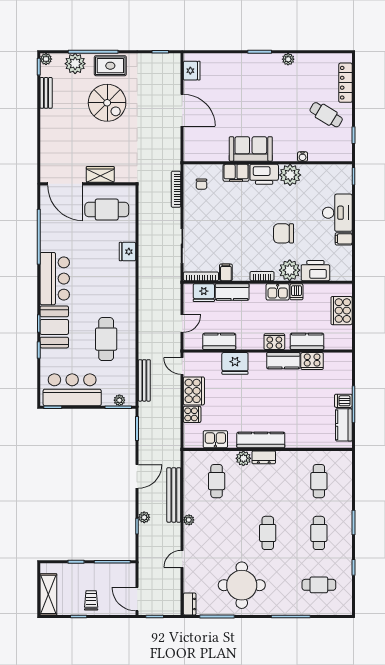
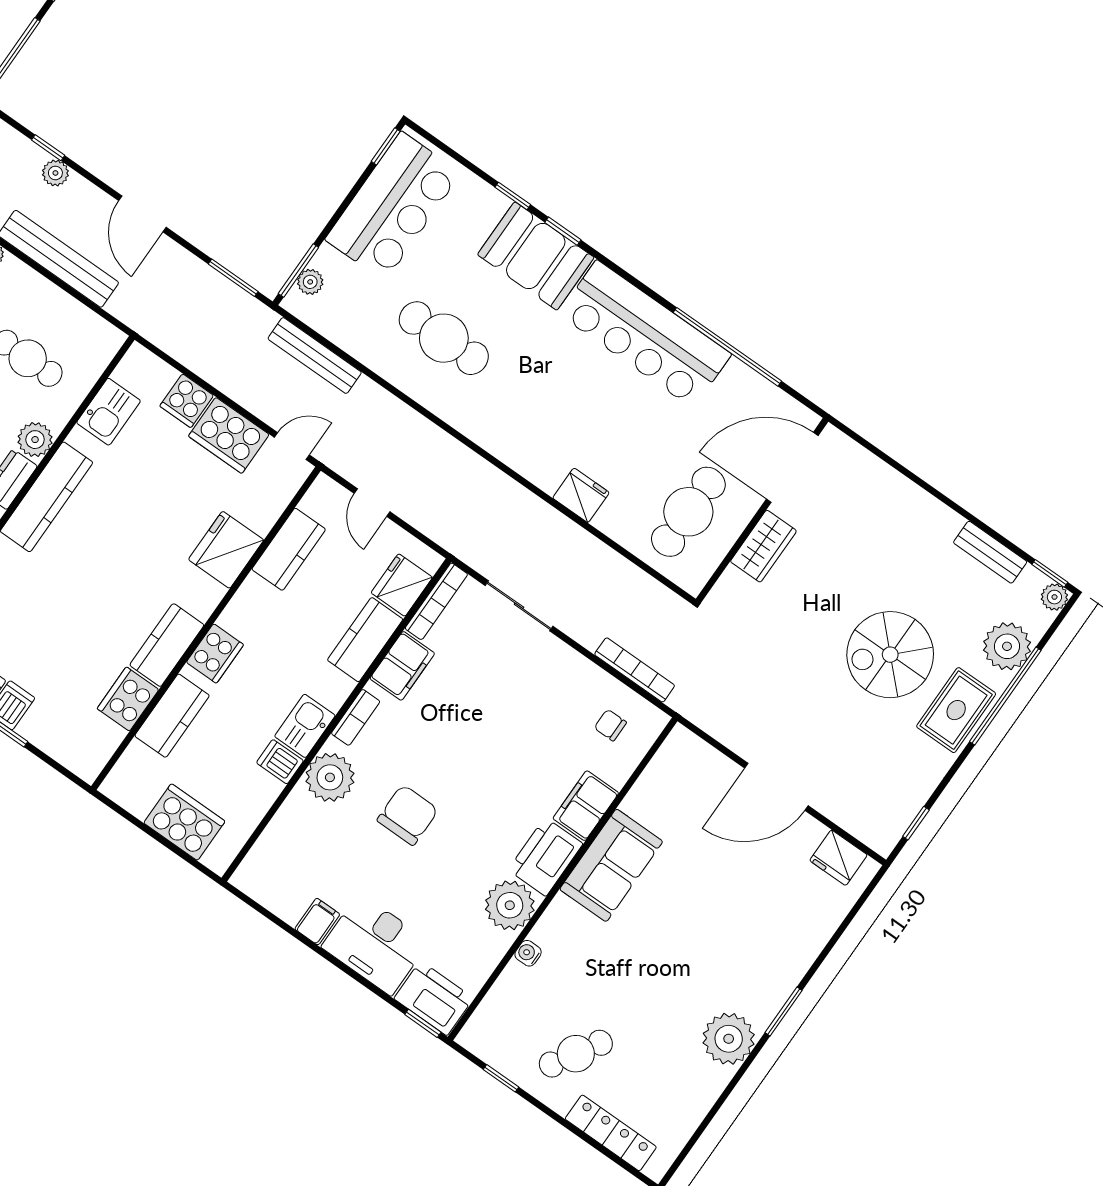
plant: (288, 59) -> (729, 1039), width x1.88, depth x1.88
printer: (315, 271) -> (434, 998), moved, turned -90
filing cabinet: (226, 272) -> (402, 666), width x2.00
bar counter: (55, 279) -> (645, 334), width x1.36

